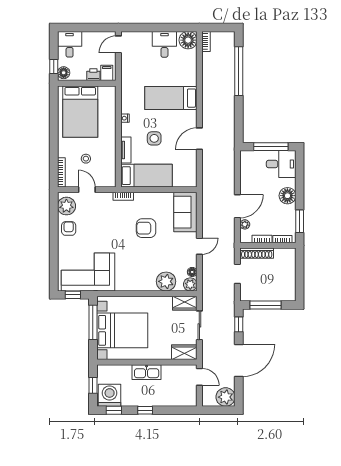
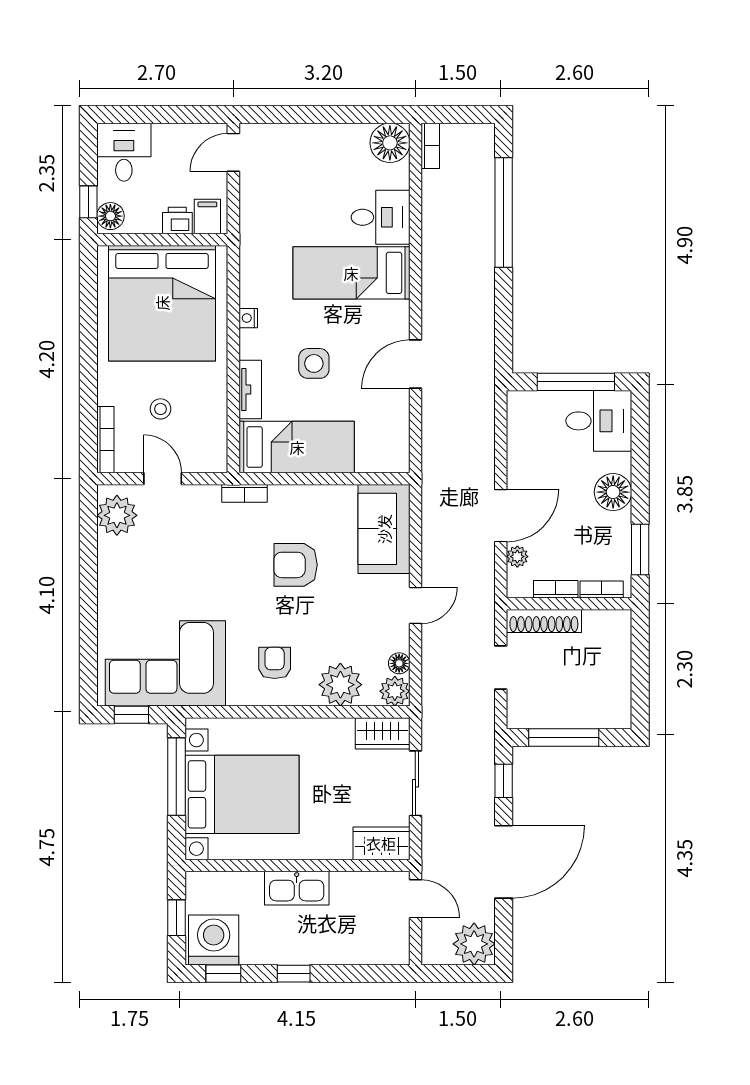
desk: (164, 44) -> (381, 217), moved, turned 90
bed: (80, 112) -> (162, 303), width x1.36
armchair: (69, 228) -> (275, 663), moved

